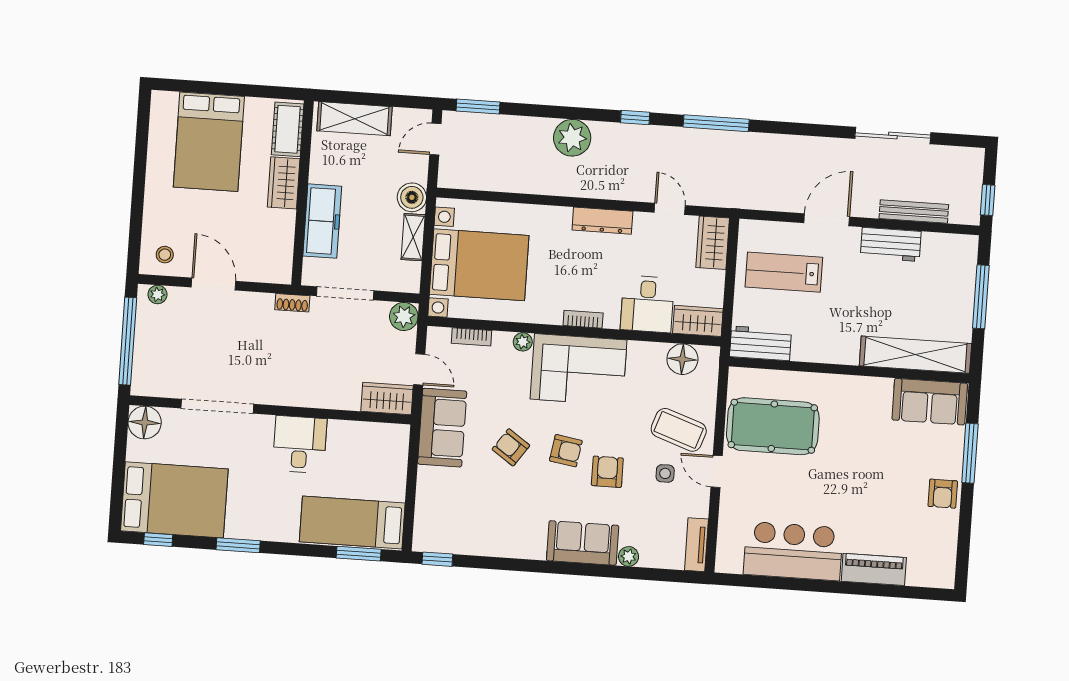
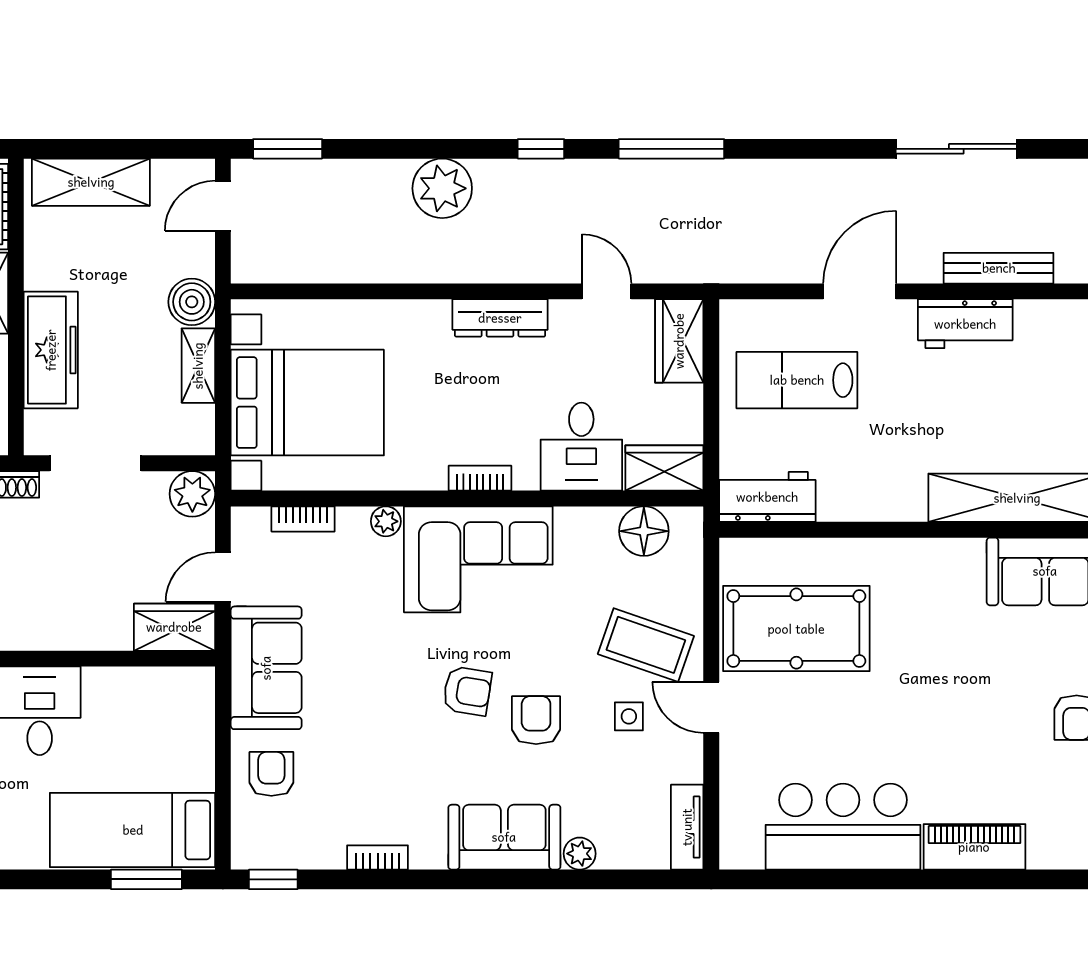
door: (419, 369) -> (223, 577), swing flipped
armchair: (511, 447) -> (271, 774), moved, turned 55
bookcase: (503, 550) -> (378, 857), added

